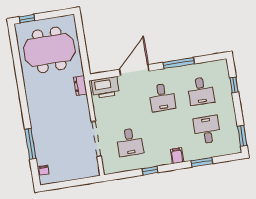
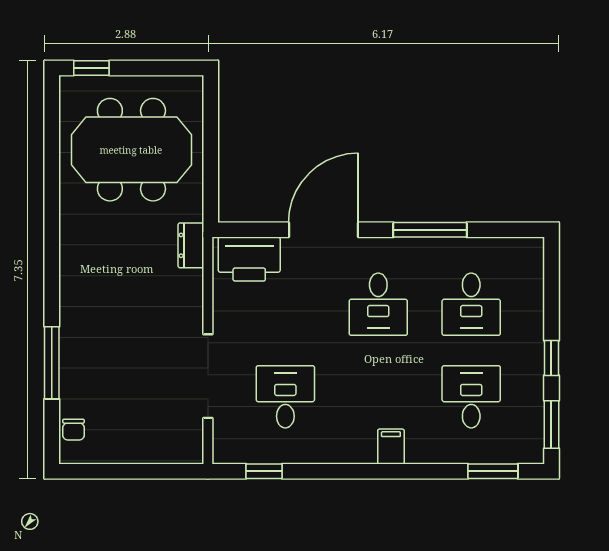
window: (234, 85) -> (551, 358), moved
desk: (130, 142) -> (285, 397), turned 180
window: (202, 162) -> (493, 471), moved
window: (150, 171) -> (264, 471), moved

